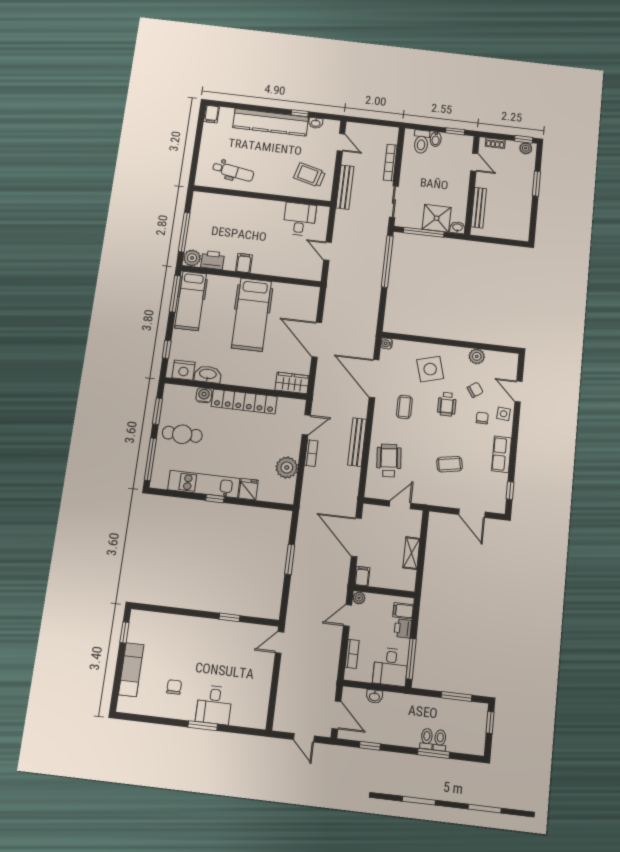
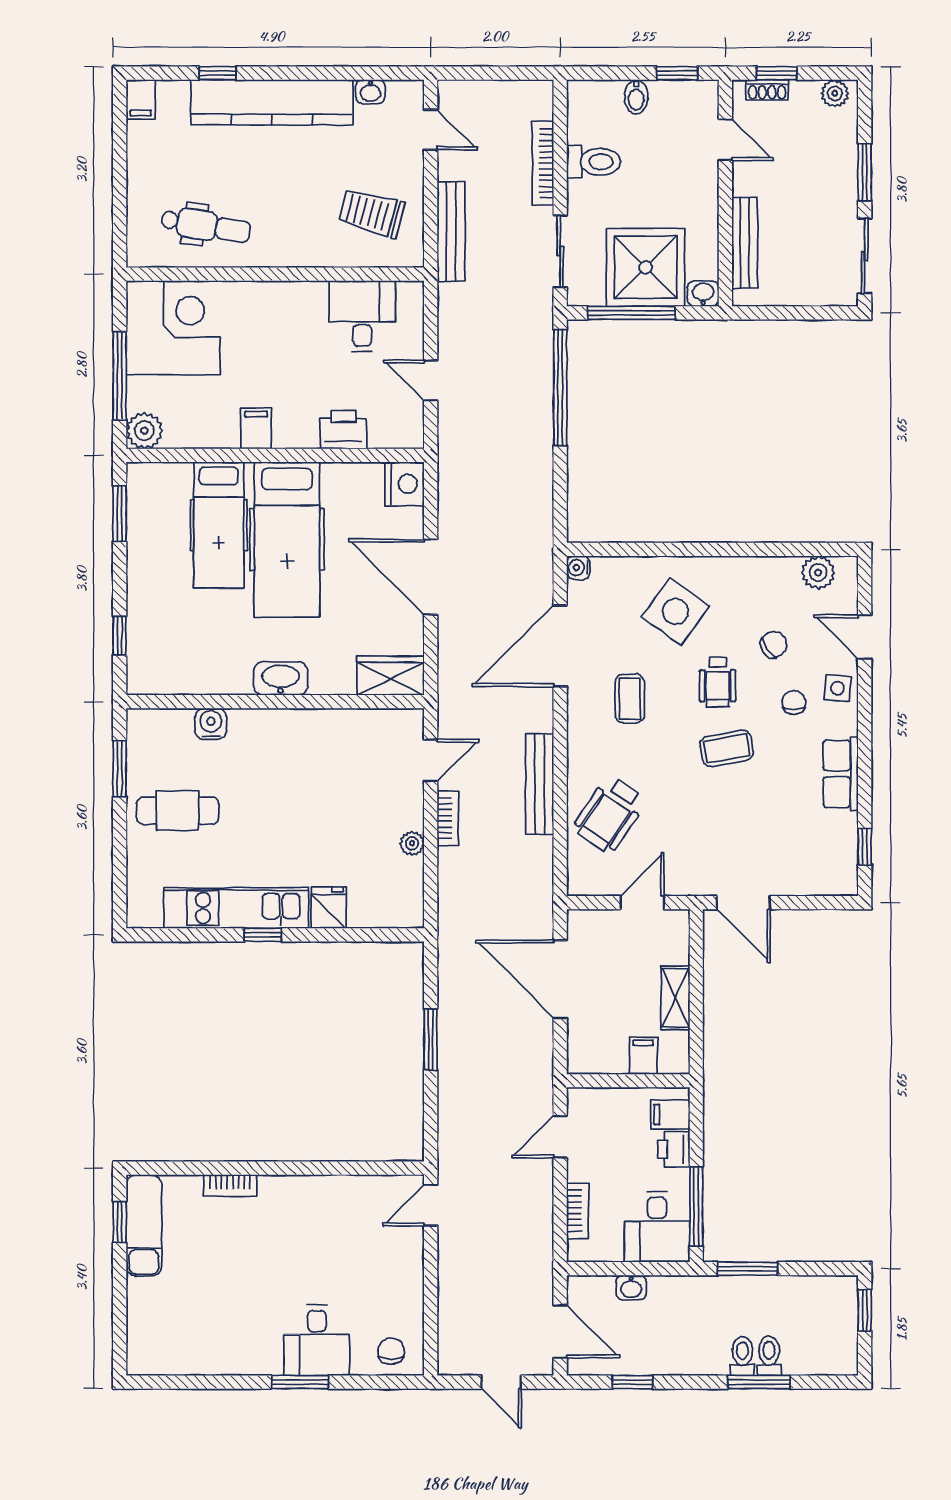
window: (300, 113) -> (218, 73), moved
window: (524, 139) -> (777, 73), moved
toilet: (421, 142) -> (594, 162), moved, turned -90
corner desk: (212, 214) -> (173, 328), added
shower: (437, 218) -> (646, 267), width x1.37, depth x1.37
sliding door: (533, 220) -> (865, 256), added
printer: (213, 260) -> (343, 430), moved
window: (175, 294) -> (120, 514), width x0.69
hospital bed: (191, 301) -> (219, 525), moved
plant: (477, 356) -> (818, 573), moved
side table: (430, 369) -> (675, 612), turned -38
nightstand: (184, 370) -> (405, 484), moved, turned -90
washbasin: (208, 374) -> (281, 679), moved
door: (374, 379) -> (560, 646), hinge flipped
locker: (244, 402) -> (296, 727), removed
window: (150, 459) -> (120, 870), removed
wheelchair: (389, 460) -> (609, 814), turned -141
coffee table: (449, 464) -> (727, 748), moved
plant: (287, 468) -> (412, 843), width x0.53, depth x0.53
door: (472, 513) -> (743, 903), moved
filing cabinet: (362, 576) -> (643, 1056), moved
plant: (359, 598) -> (579, 1100), removed
window: (229, 617) -> (324, 1168), removed
bookcase: (182, 620) -> (230, 1185), added
exam couch: (131, 670) -> (144, 1225), moved
chair: (174, 687) -> (391, 1351), moved
window: (457, 696) -> (747, 1269), moved

